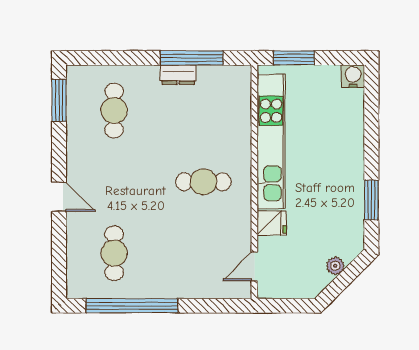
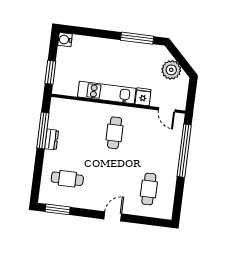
kitchen unit: (271, 142) -> (107, 93), width x0.73
window: (371, 200) -> (137, 38), width x1.44
cafe table: (114, 253) -> (149, 189), turned 90
plant: (335, 266) -> (171, 70), width x1.88, depth x1.88
window: (132, 306) -> (184, 151), moved

